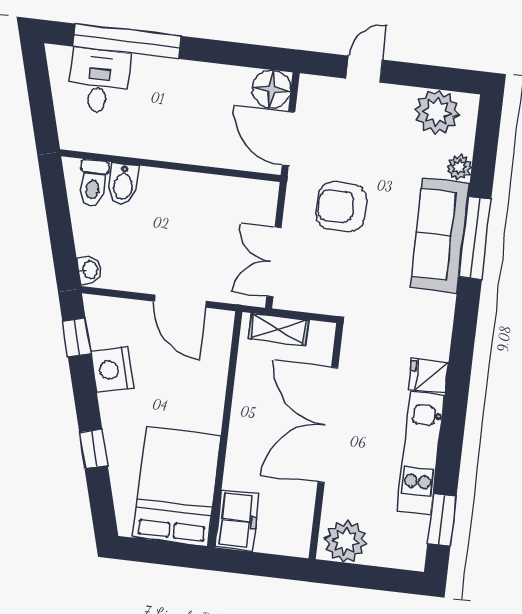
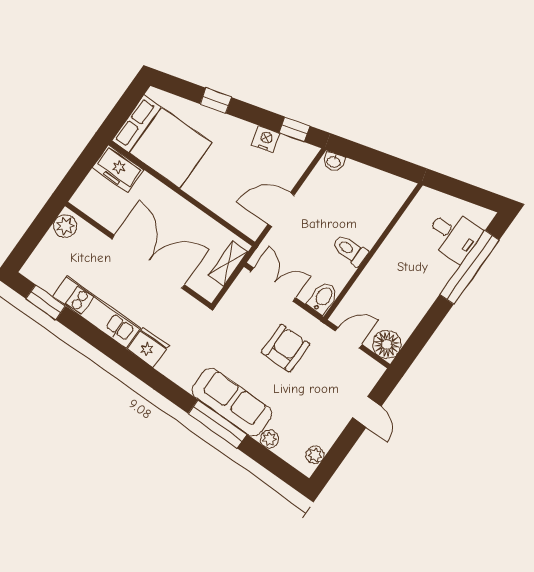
plant: (437, 112) -> (315, 455), width x0.53, depth x0.53
door: (288, 139) -> (349, 338), width x0.73
toilet: (93, 183) -> (350, 250), moved
bidet: (123, 184) -> (323, 298), moved, turned 90
nightstand: (112, 369) -> (266, 139), width x0.74, depth x0.75
fridge: (429, 376) -> (148, 347), width x1.38
plant: (345, 541) -> (65, 226), width x0.73, depth x0.73

